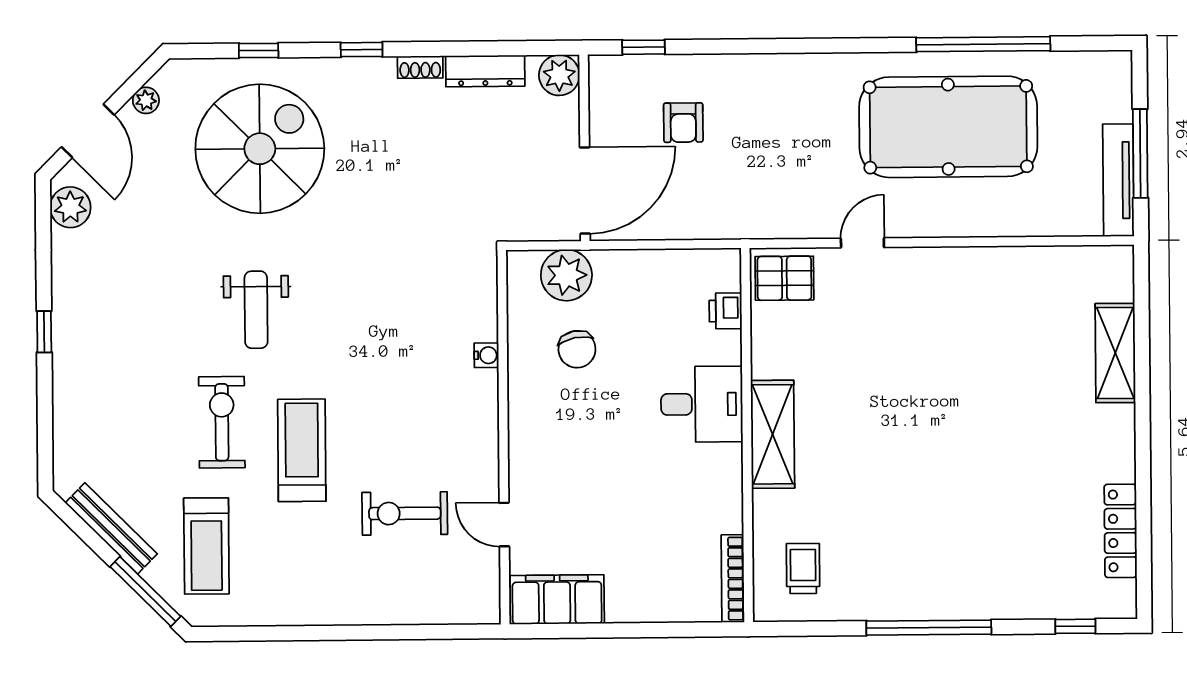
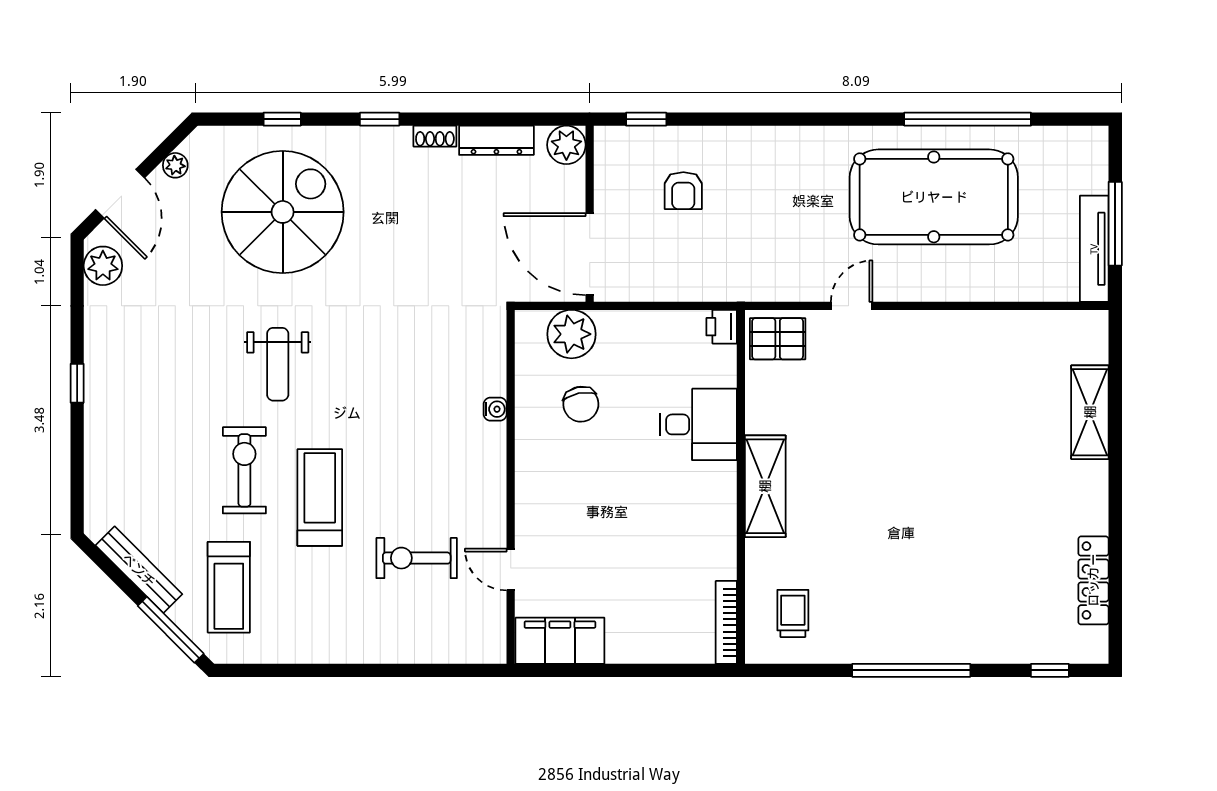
door: (585, 191) -> (590, 254), swing flipped
printer: (725, 311) -> (722, 327), moved
desk: (702, 404) -> (698, 424), moved

